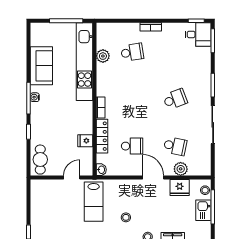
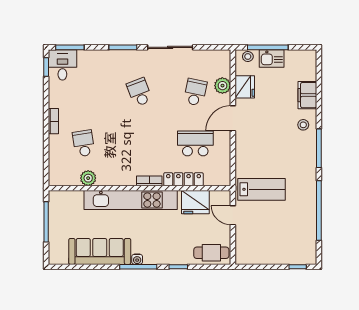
kitchen unit: (84, 62) -> (131, 200), moved
sofa: (41, 66) -> (100, 251), width x1.36
fridge: (85, 141) -> (195, 202), width x1.88, depth x1.34
school desk: (132, 146) -> (195, 143), width x1.85
washbasin: (101, 170) -> (223, 180), removed
stool: (126, 217) -> (280, 151), removed

